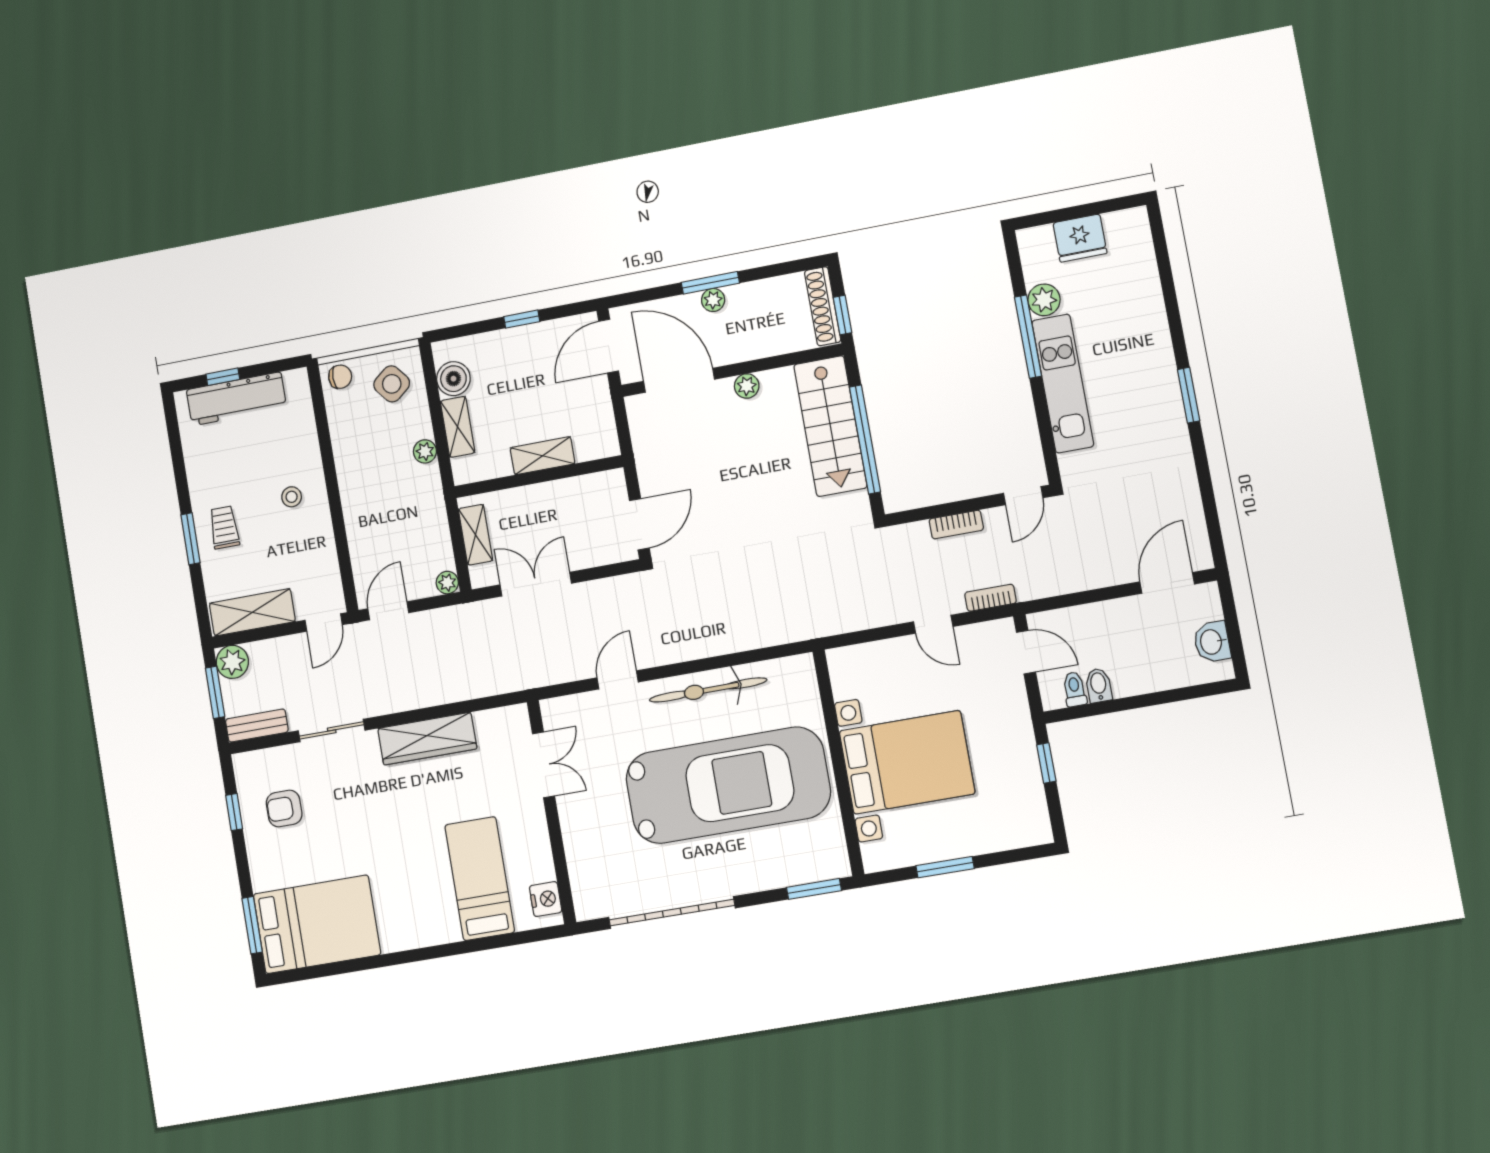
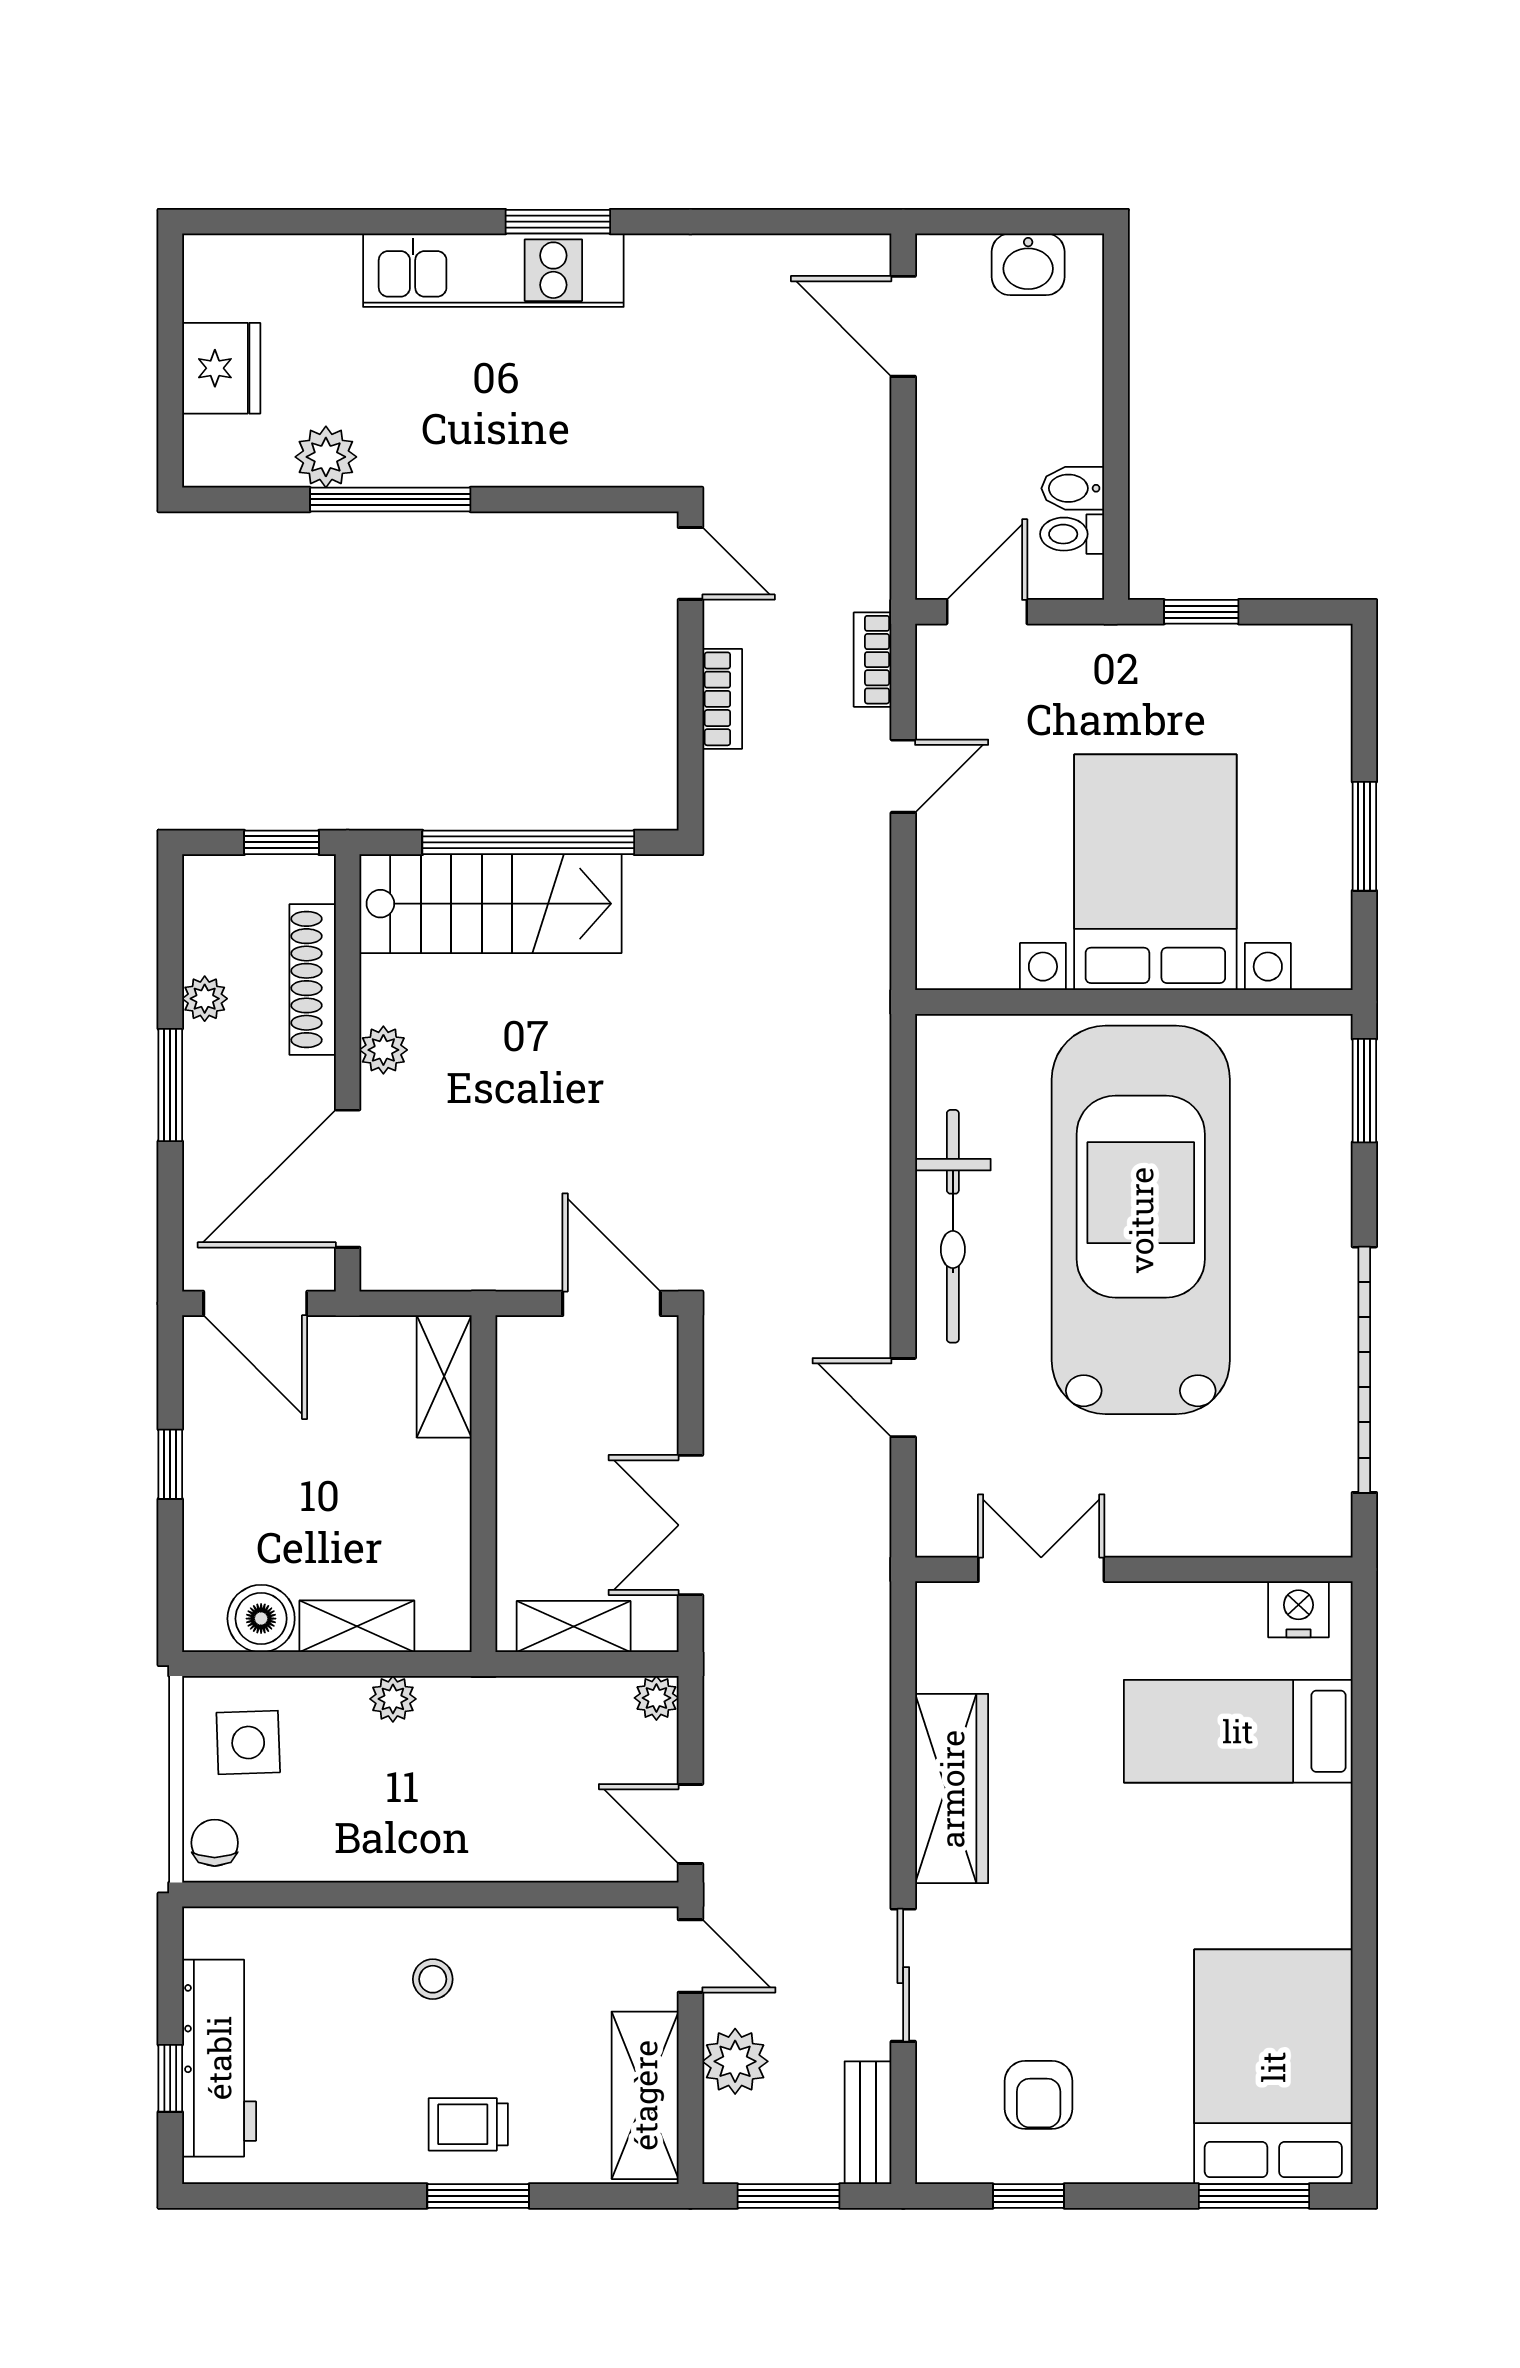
plant: (713, 300) -> (205, 999), moved
shoe rack: (823, 306) -> (313, 979), moved, turned 90
kitchen unit: (1063, 383) -> (493, 270), moved, turned 180
side table: (392, 384) -> (248, 1743), turned 37
shelving: (543, 456) -> (444, 1376), moved
plant: (232, 662) -> (735, 2061), moved

